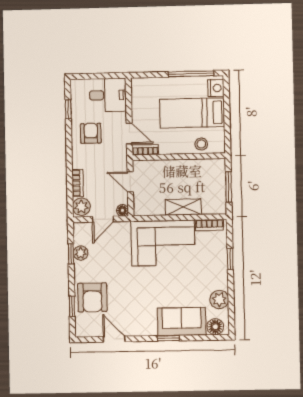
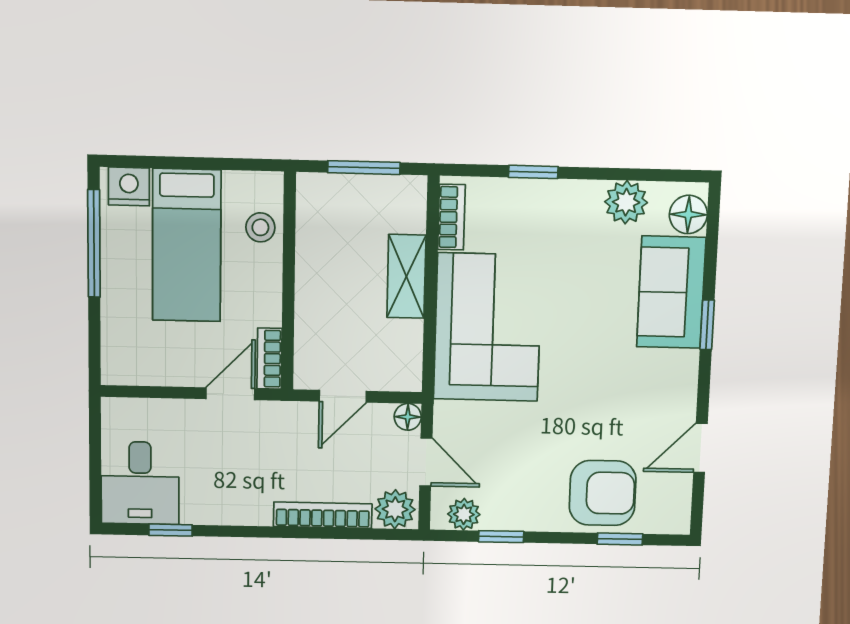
desk: (108, 95) -> (140, 483), moved, turned 180
armchair: (91, 133) -> (228, 481), removed
bookcase: (78, 183) -> (323, 515), width x1.56
plant: (81, 253) -> (464, 514), moved

